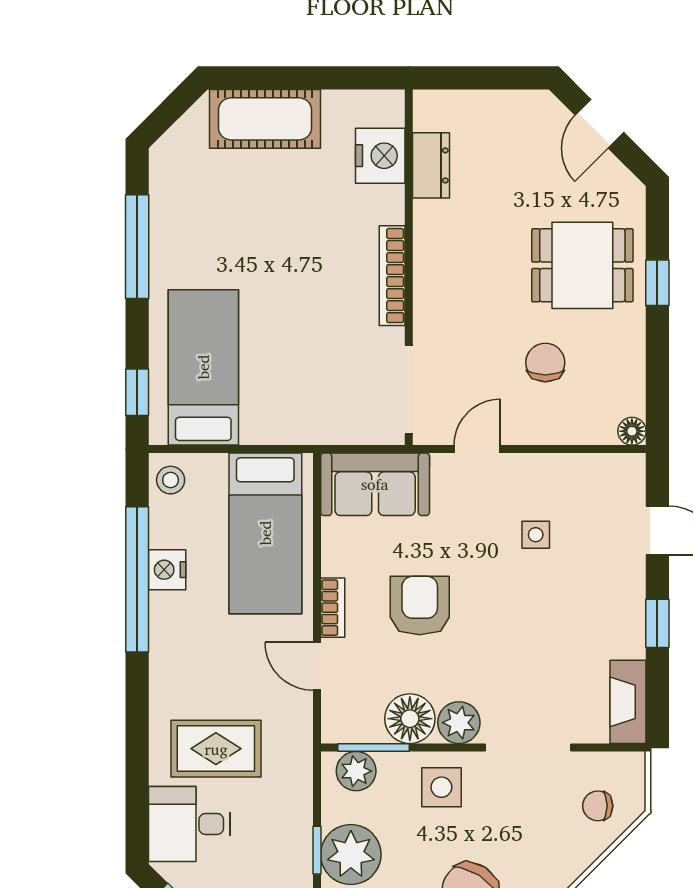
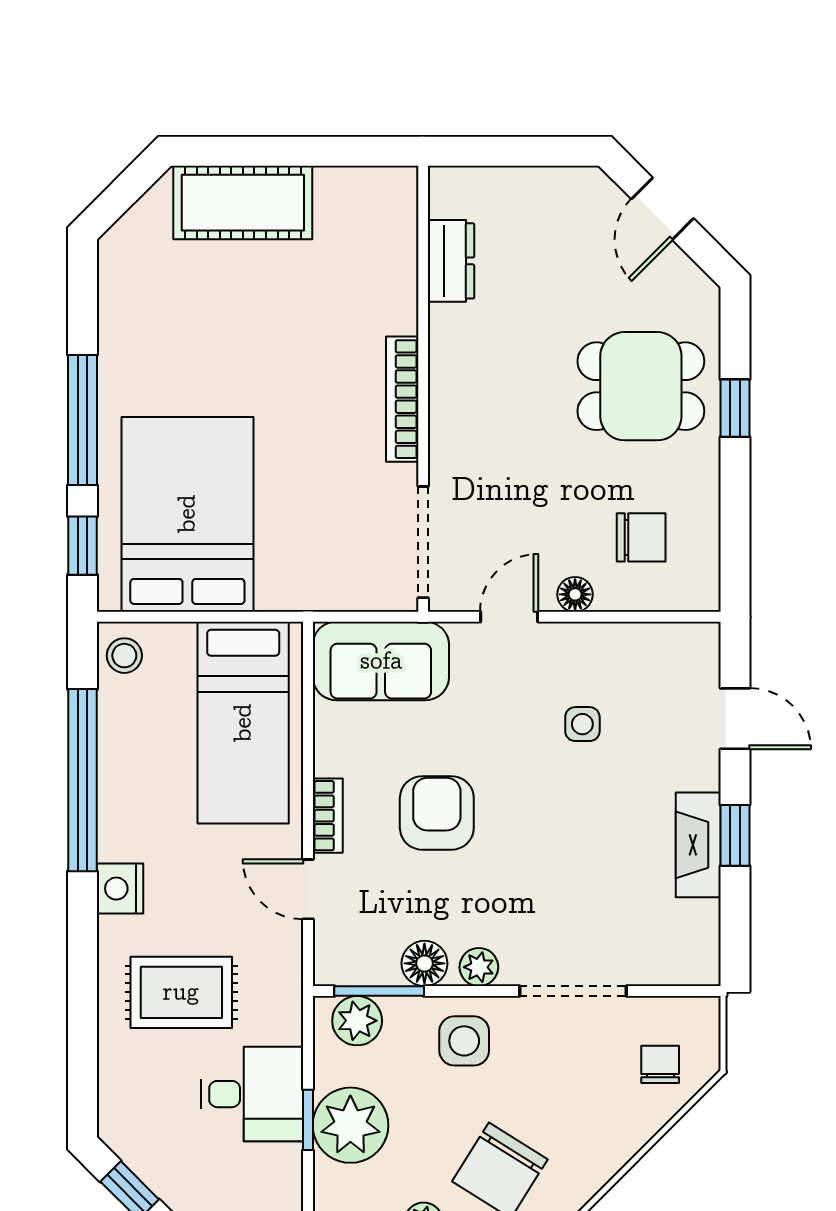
nightstand: (380, 156) -> (387, 249), removed
window: (137, 247) -> (82, 420), moved
chair: (545, 362) -> (641, 537), moved, turned 90
bed: (203, 367) -> (187, 514), width x1.50
floor lamp: (632, 431) -> (575, 594), moved
nightstand: (167, 570) -> (120, 889), moved
fireplace: (628, 702) -> (698, 845), moved
floor lamp: (410, 719) -> (424, 963), width x0.73, depth x0.73
plant: (459, 723) -> (479, 967), width x0.73, depth x0.73
chair: (598, 806) -> (660, 1064), turned 90
desk: (189, 824) -> (252, 1094), moved, turned 180

